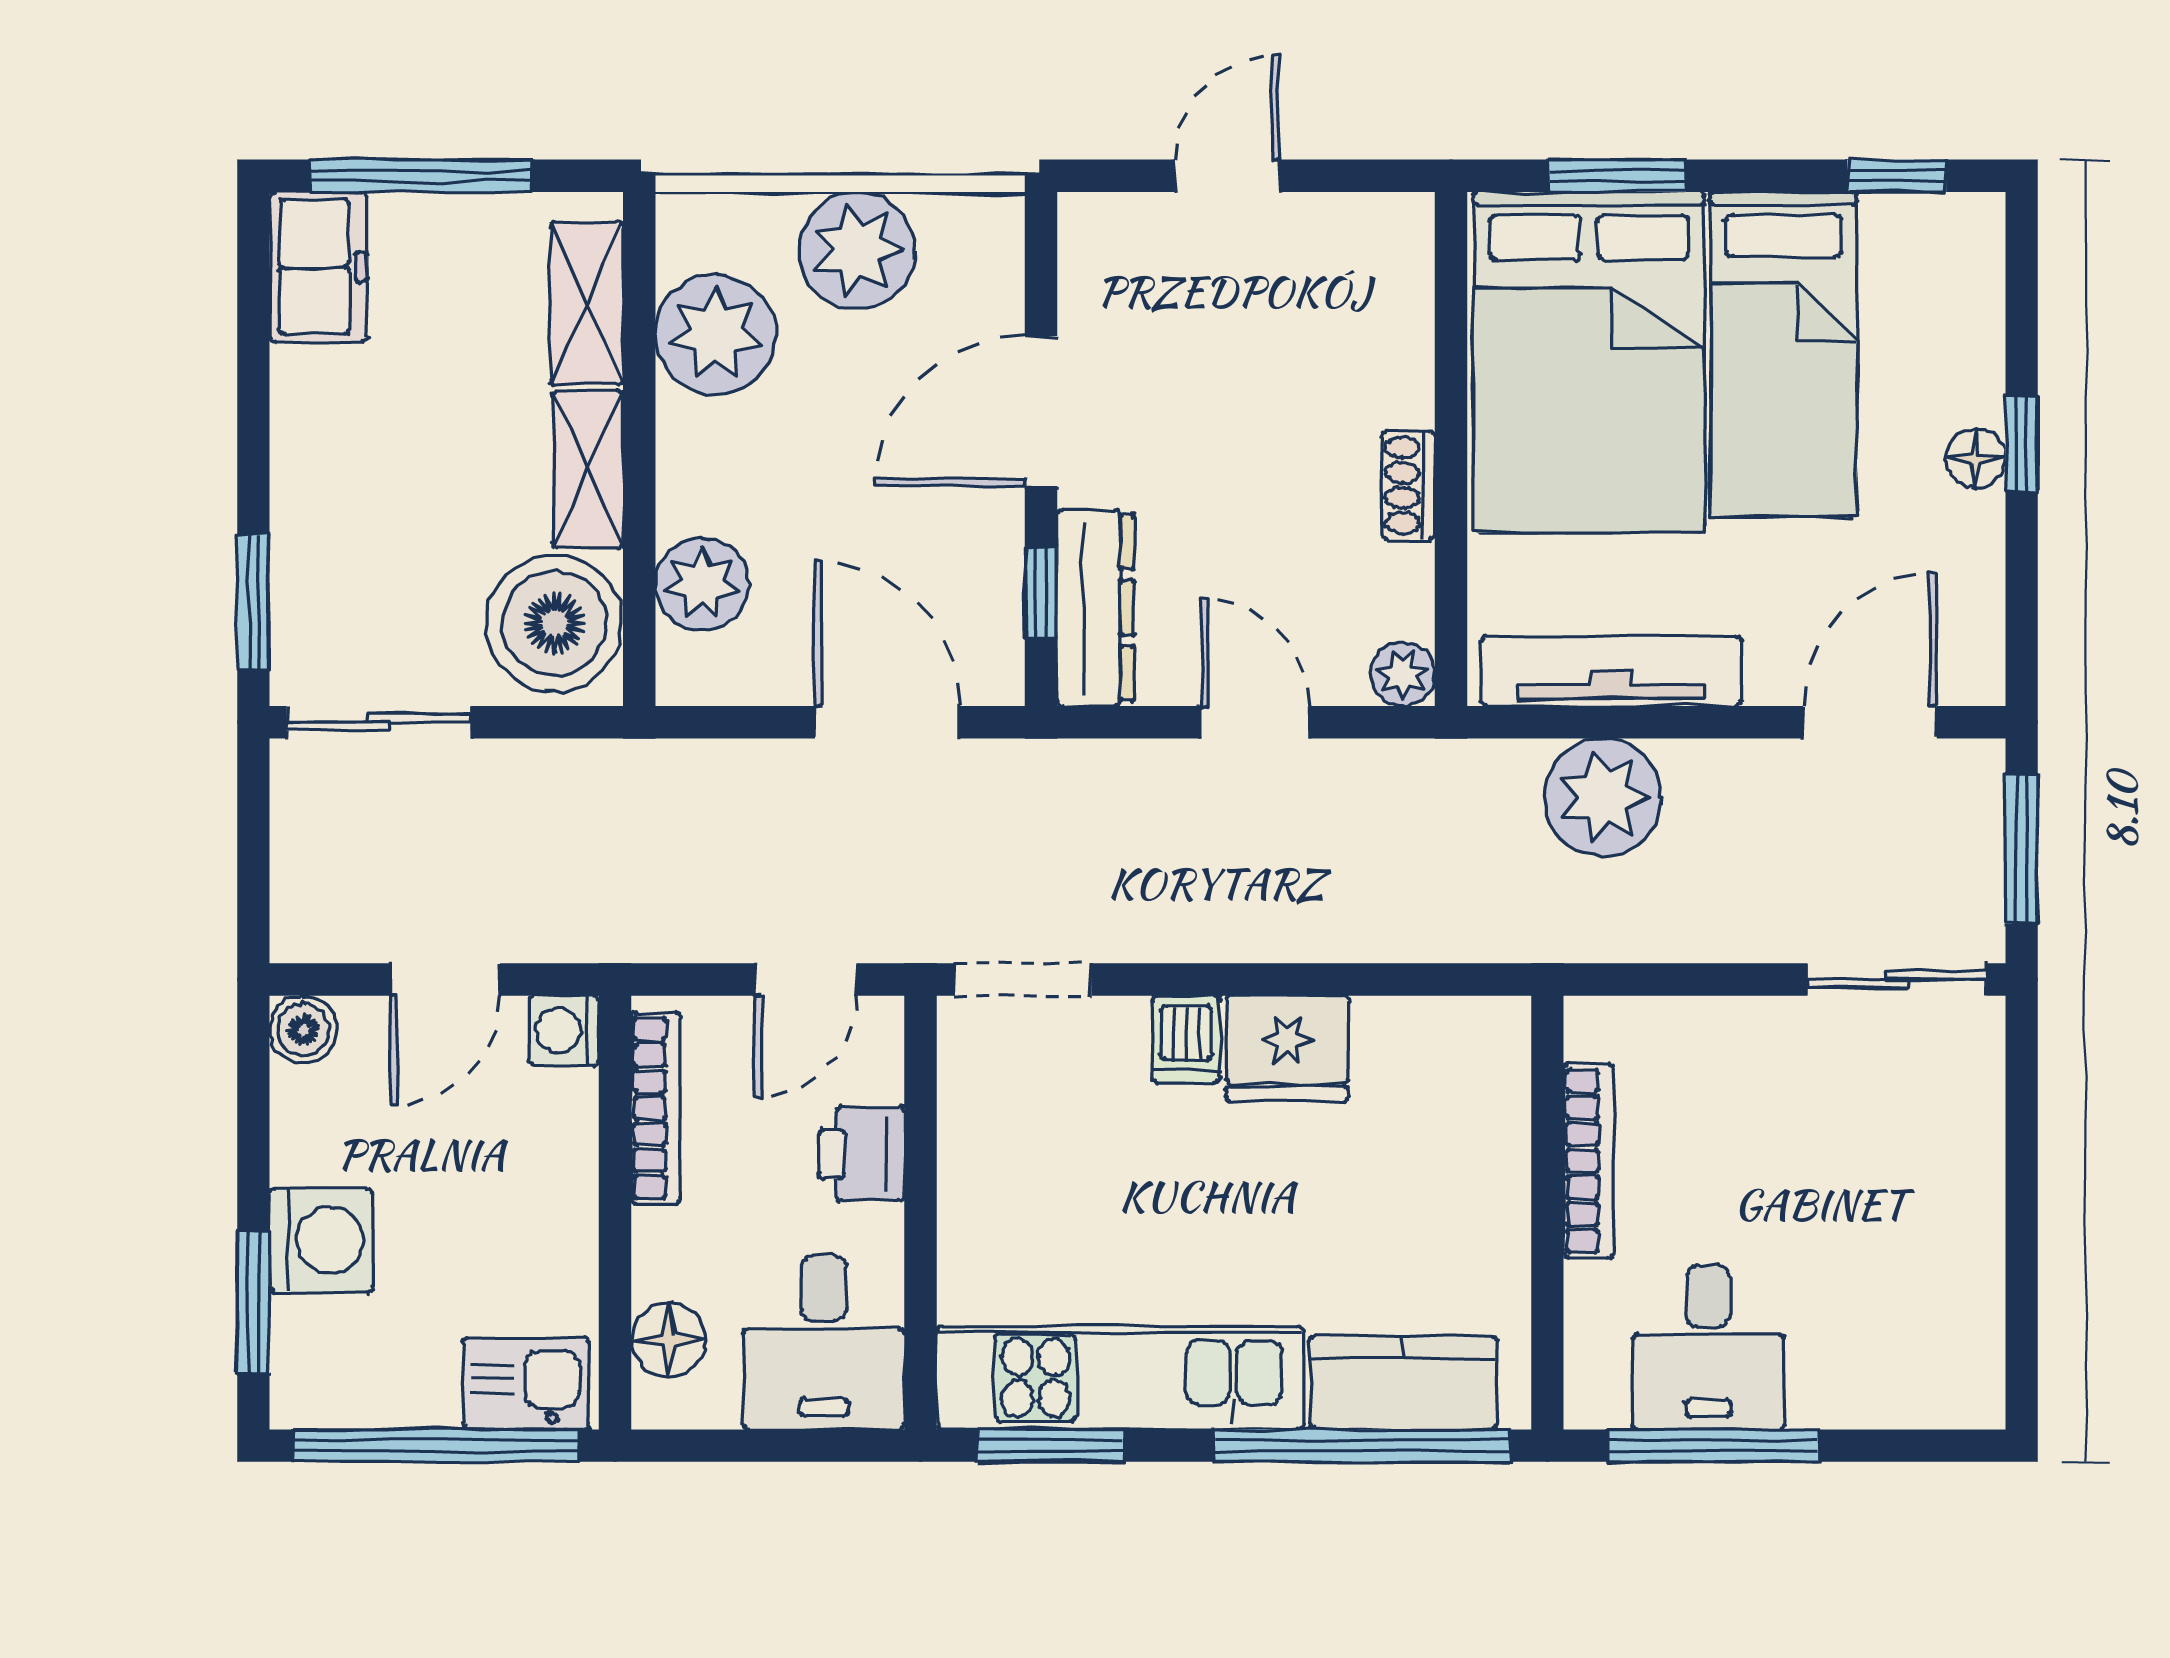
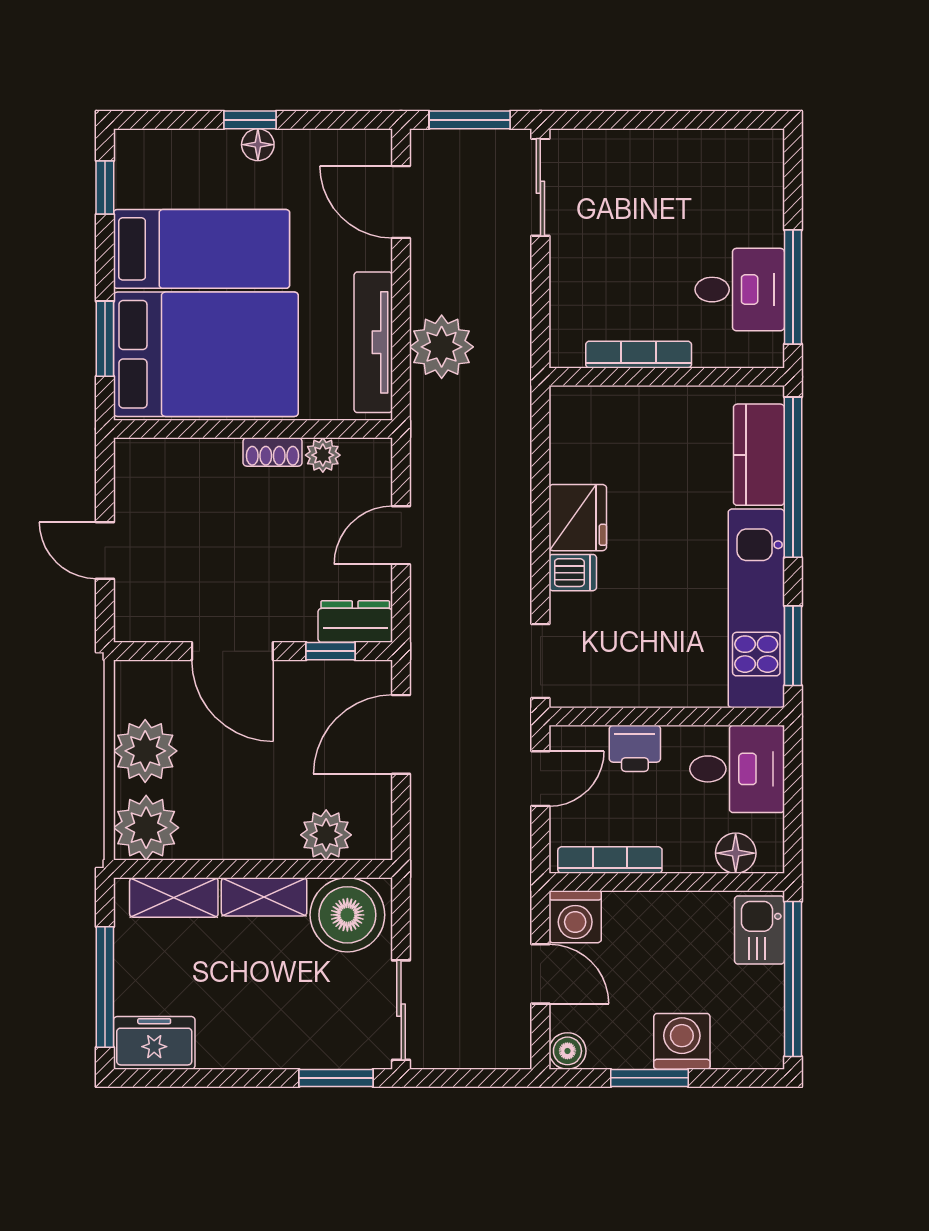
plant: (715, 334) -> (146, 828), moved
dresser: (1096, 608) -> (355, 622), width x0.70
plant: (1403, 674) -> (323, 455), moved
door: (806, 979) -> (540, 779), hinge flipped
washing machine: (564, 1030) -> (575, 917), width x1.38, depth x1.38
window: (253, 1302) -> (649, 1078), moved

